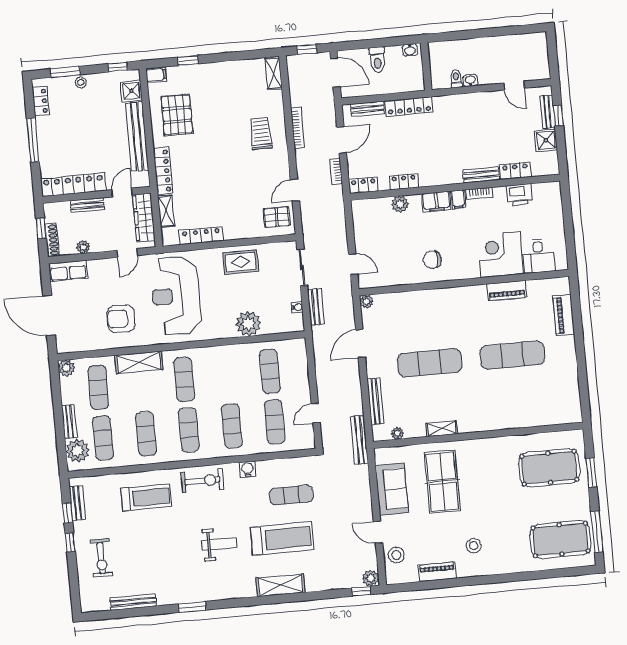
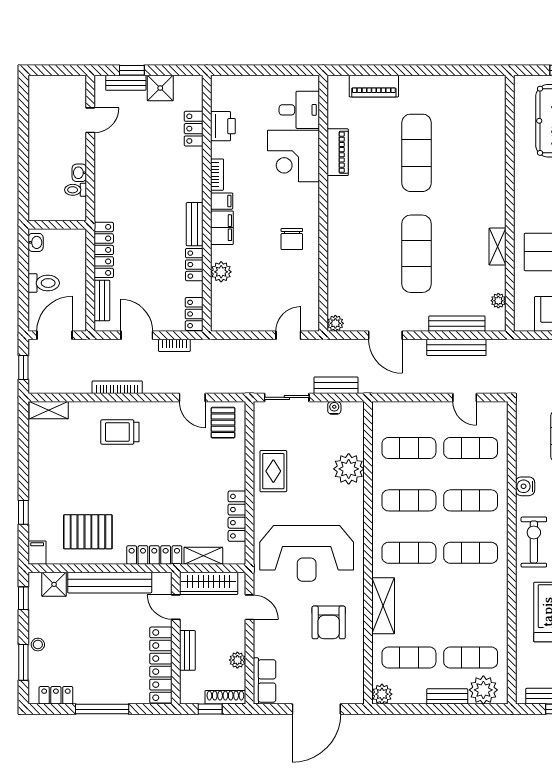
bench: (481, 175) -> (195, 224), moved
exercise mat: (146, 434) -> (409, 500), moved
bench: (359, 440) -> (456, 347), moved

